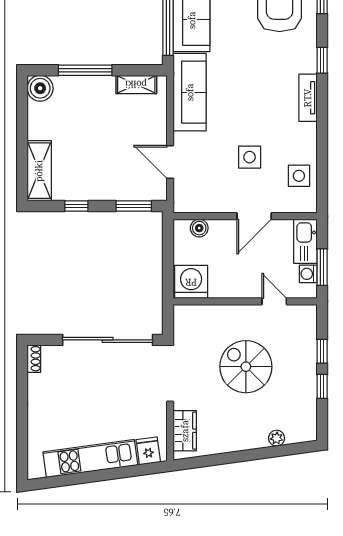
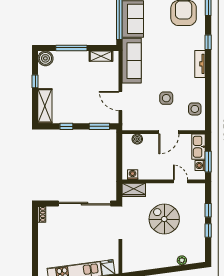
window: (22, 128) -> (35, 81), added
washing machine: (191, 282) -> (133, 175), width x0.53, depth x0.53
wardrobe: (185, 431) -> (134, 190), moved, turned 90

